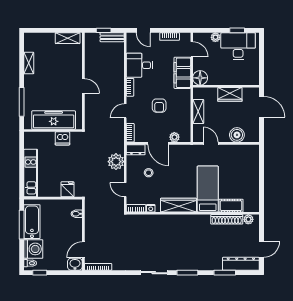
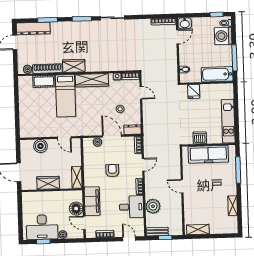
floor lamp: (200, 78) -> (76, 209), moved
shelving: (198, 112) -> (77, 177), moved
plant: (116, 162) -> (153, 206), moved
kitchen unit: (31, 173) -> (228, 121), moved
wardrobe: (198, 221) -> (74, 66), added
bathtub: (32, 222) -> (217, 74), moved, turned 90

